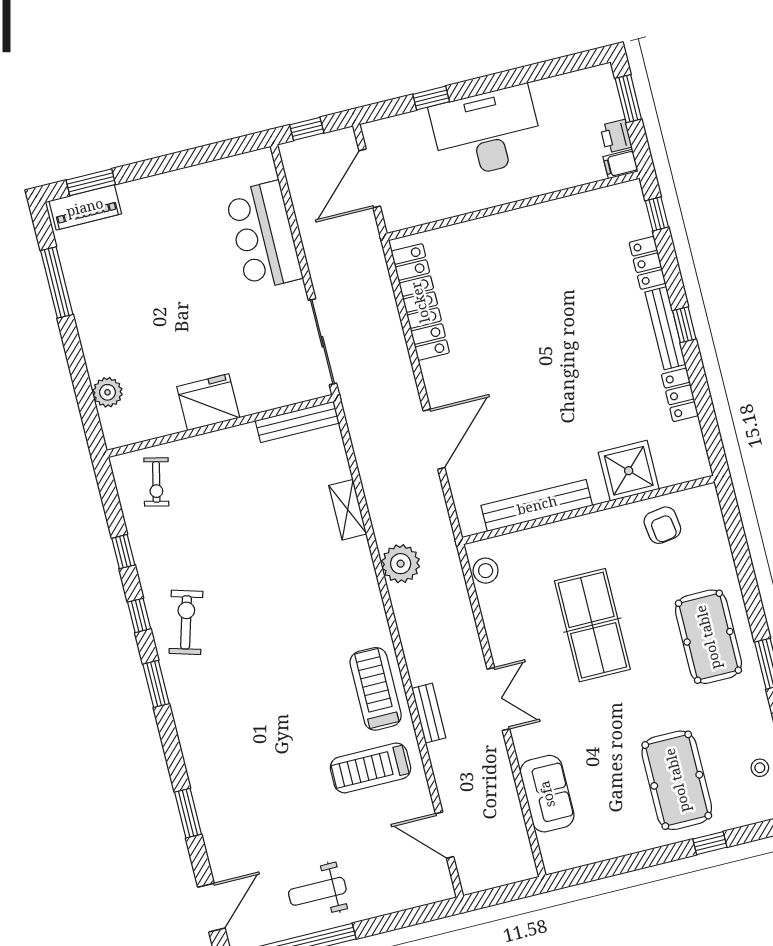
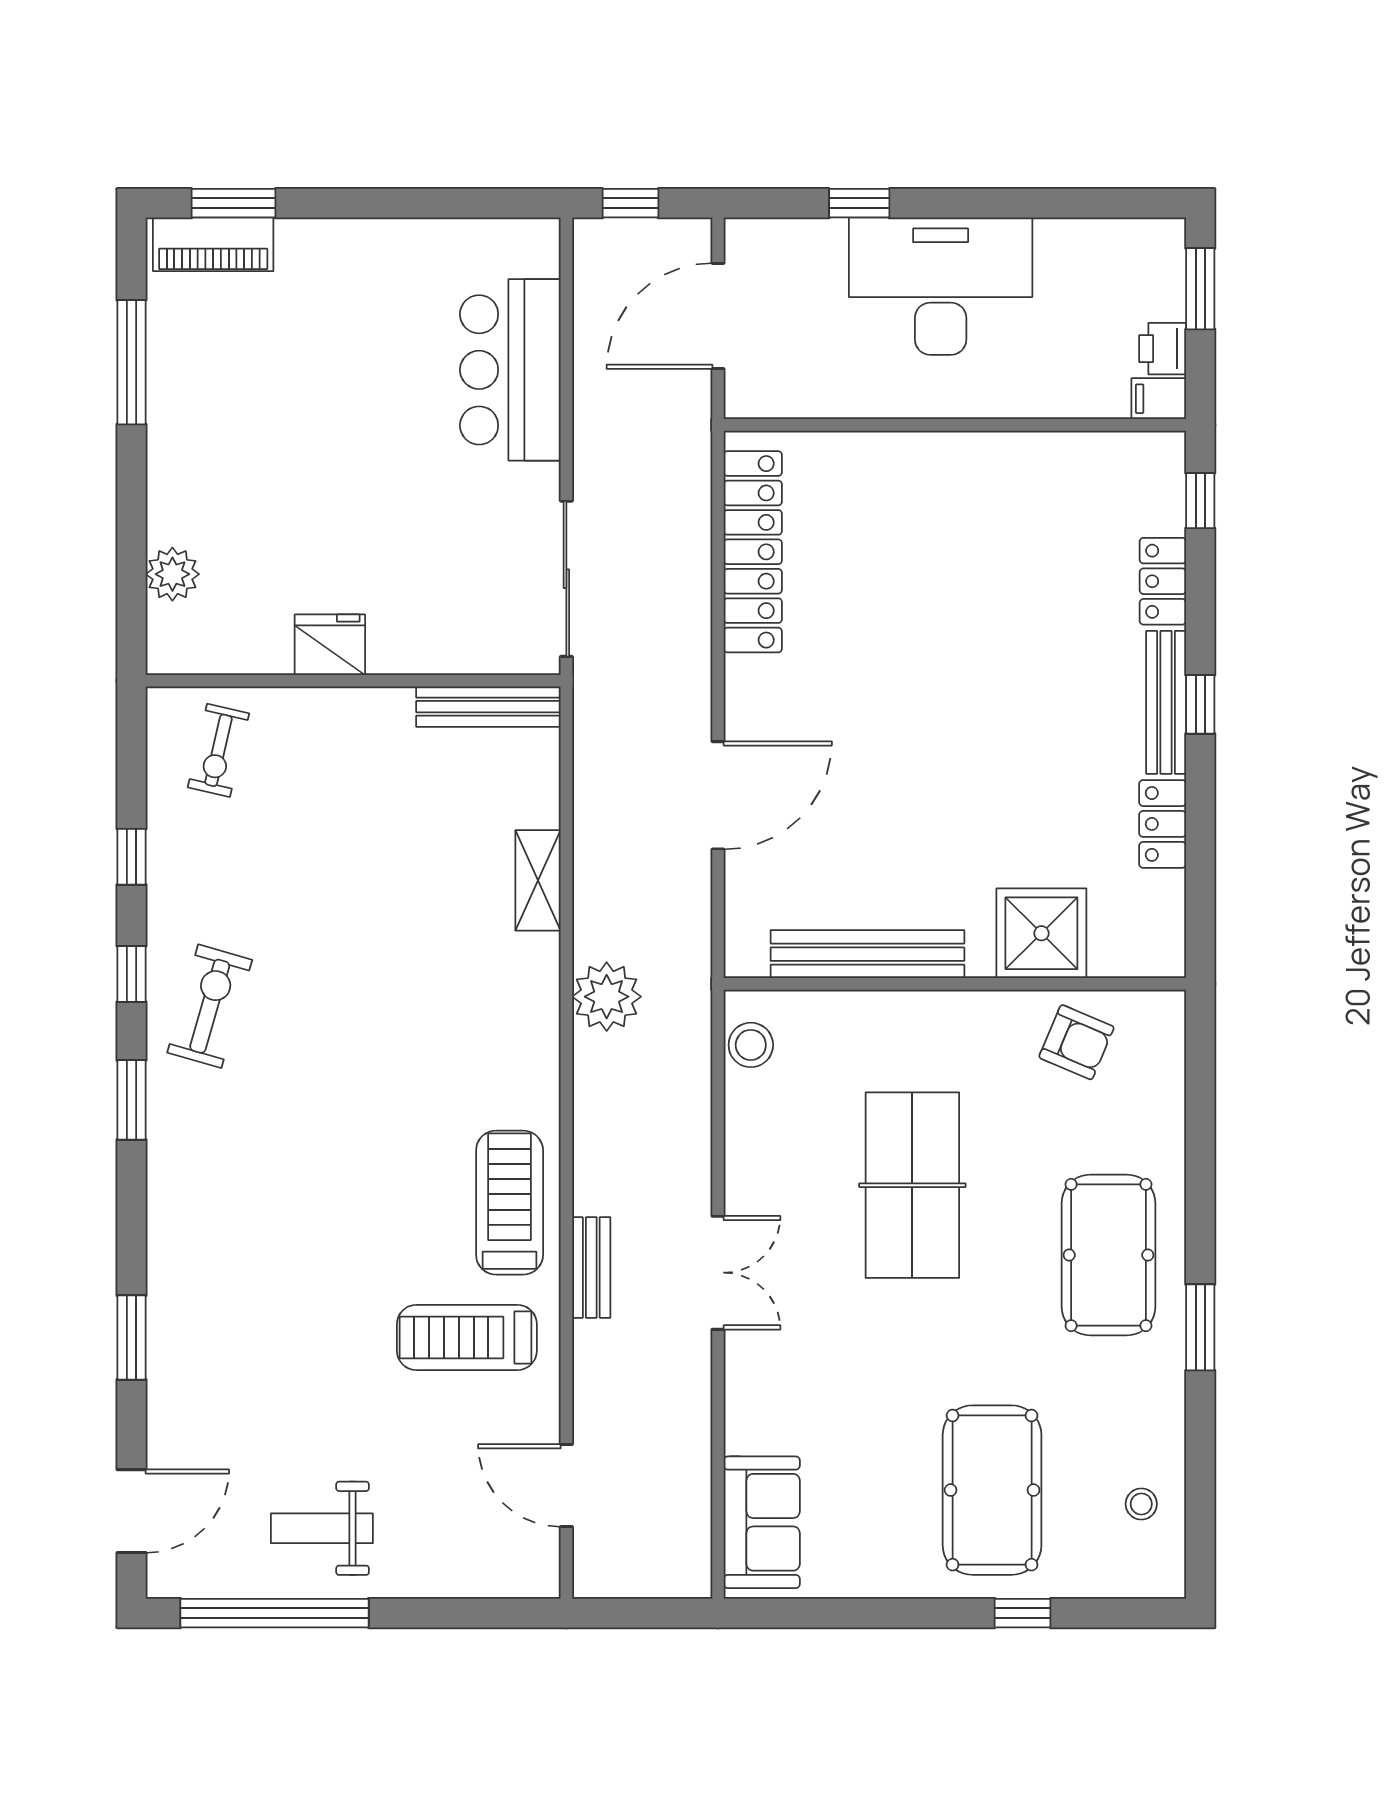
fridge: (208, 402) -> (330, 645), width x0.73, depth x0.75
armchair: (662, 525) -> (1076, 1042), turned -59
sofa: (547, 794) -> (762, 1522), moved

